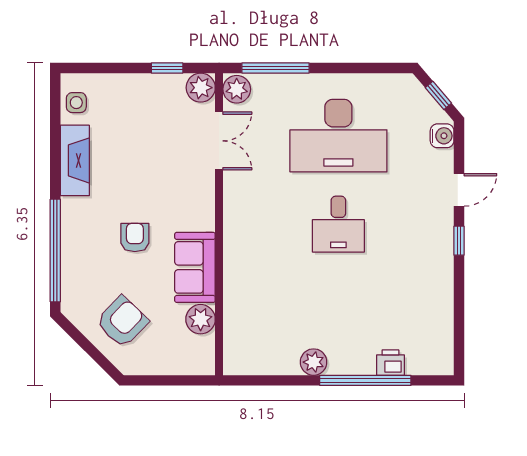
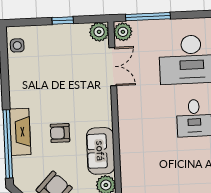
window: (167, 68) -> (63, 20), moved
fireplace: (75, 160) -> (20, 132), moved
armchair: (135, 237) -> (60, 133), turned -90

